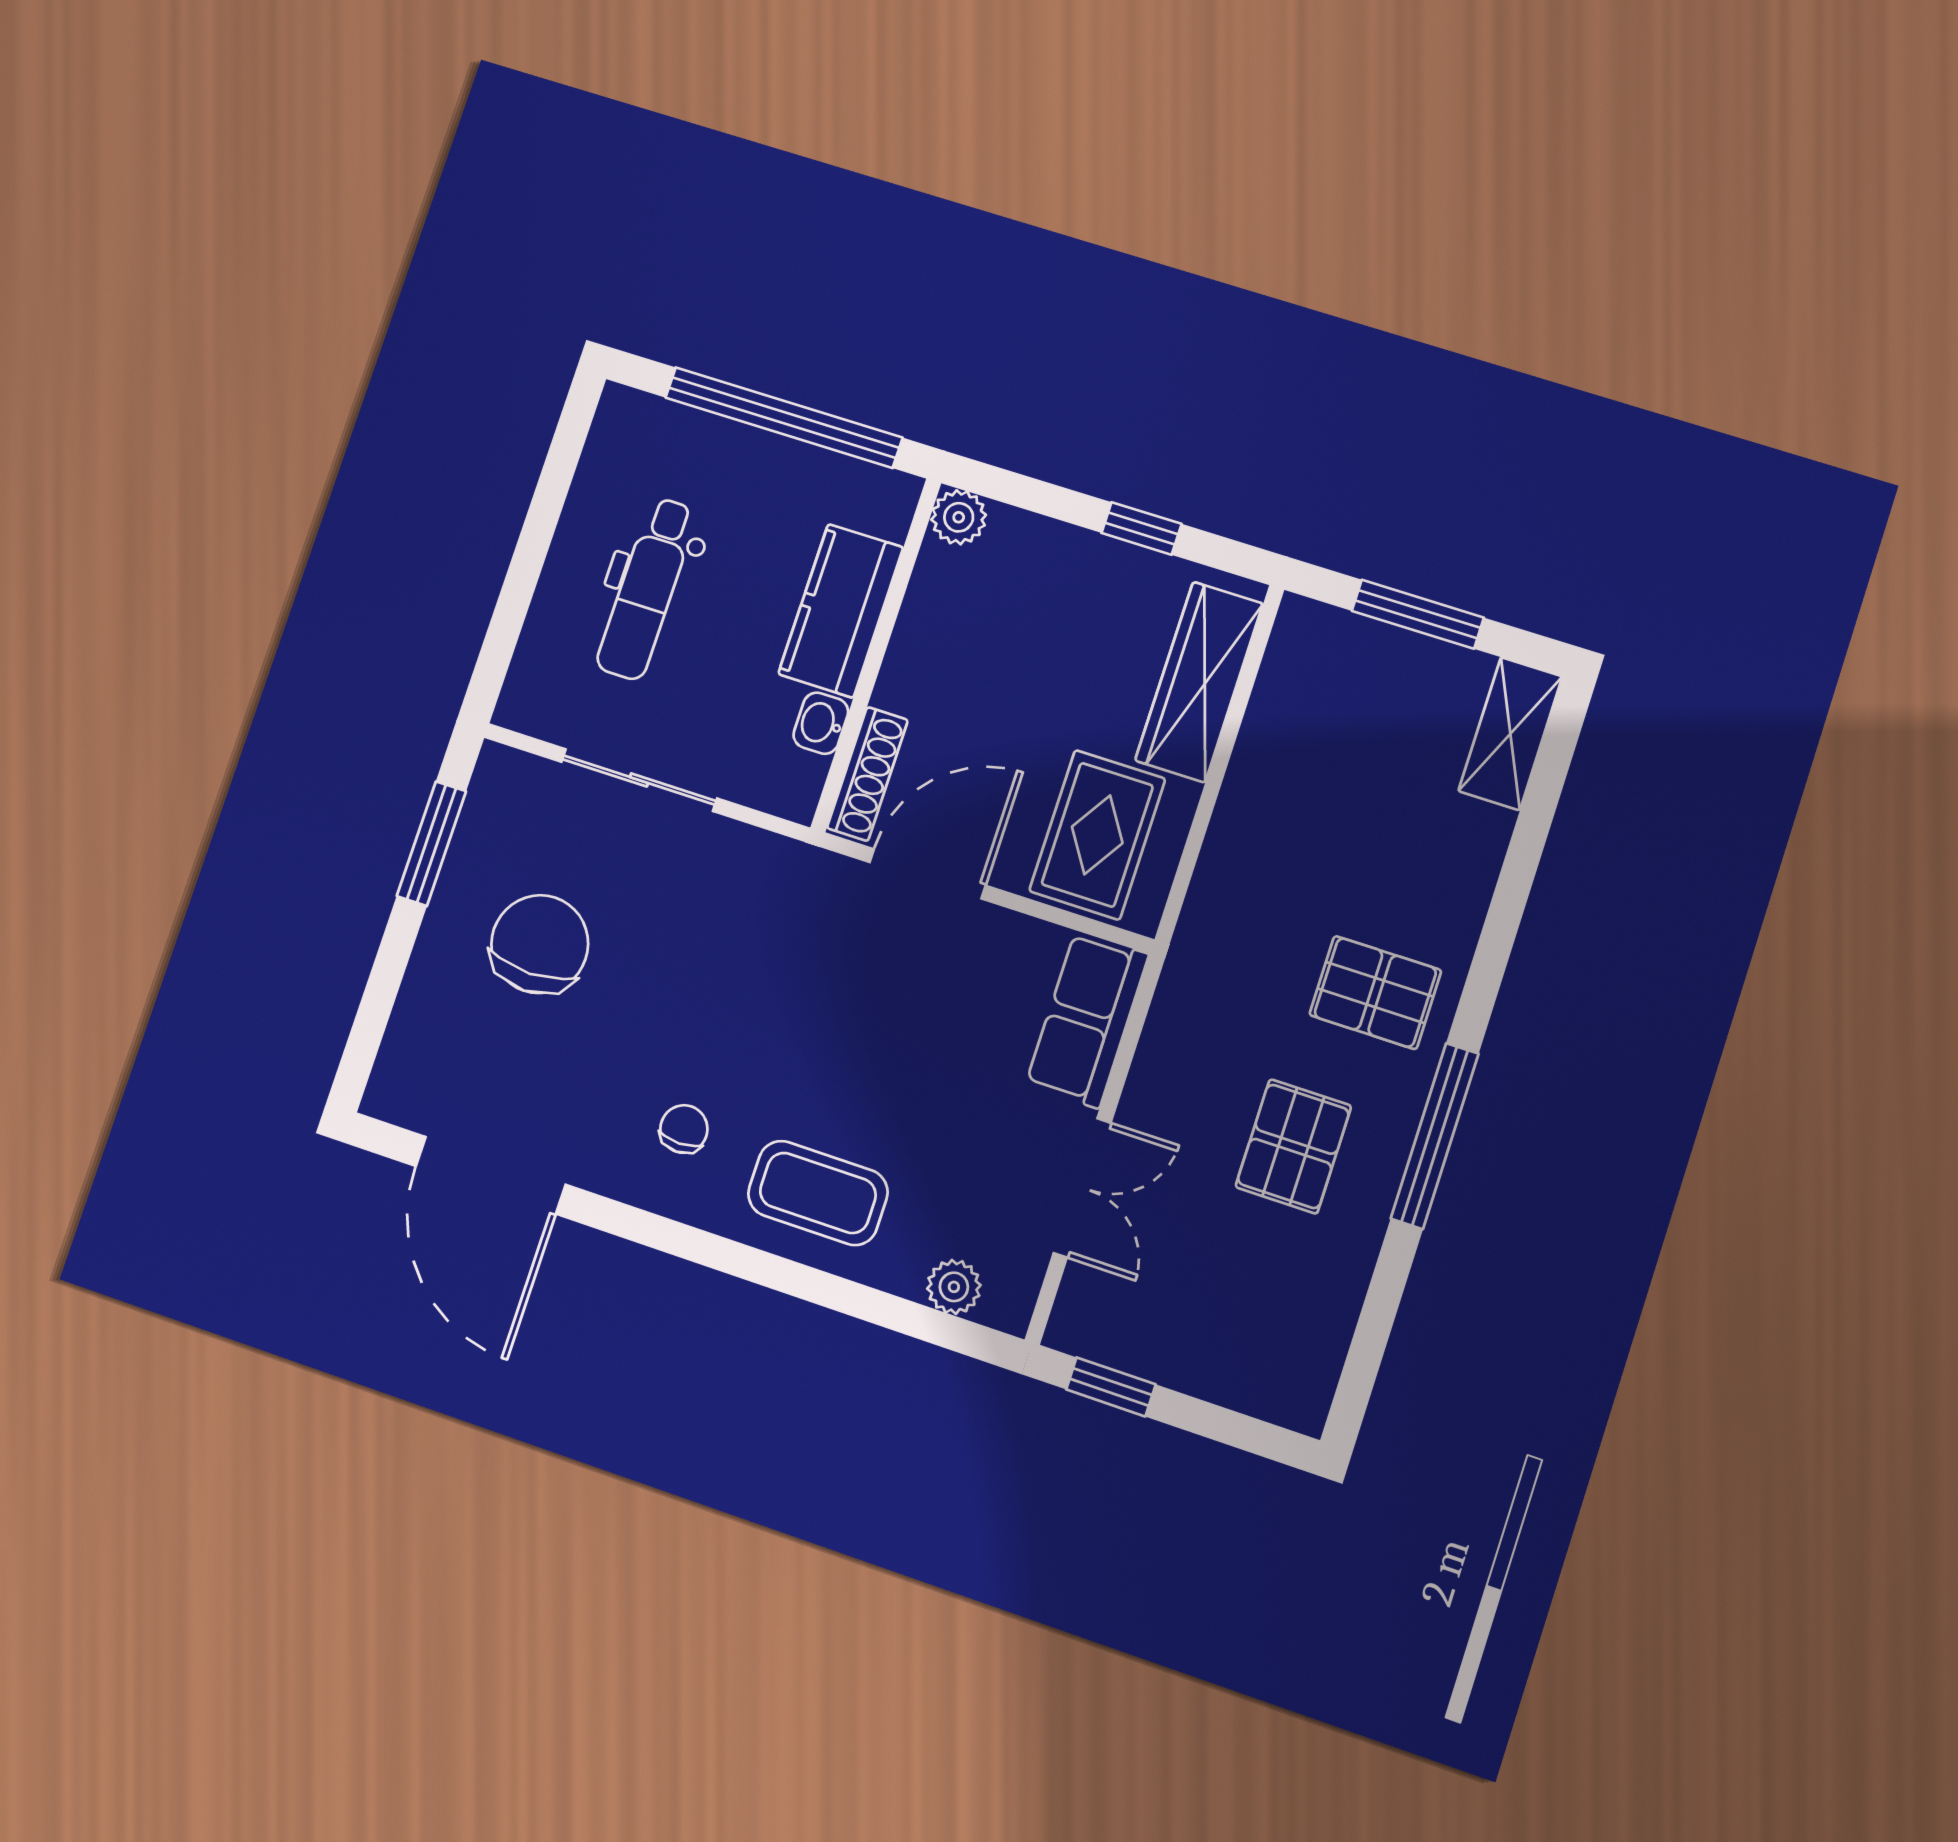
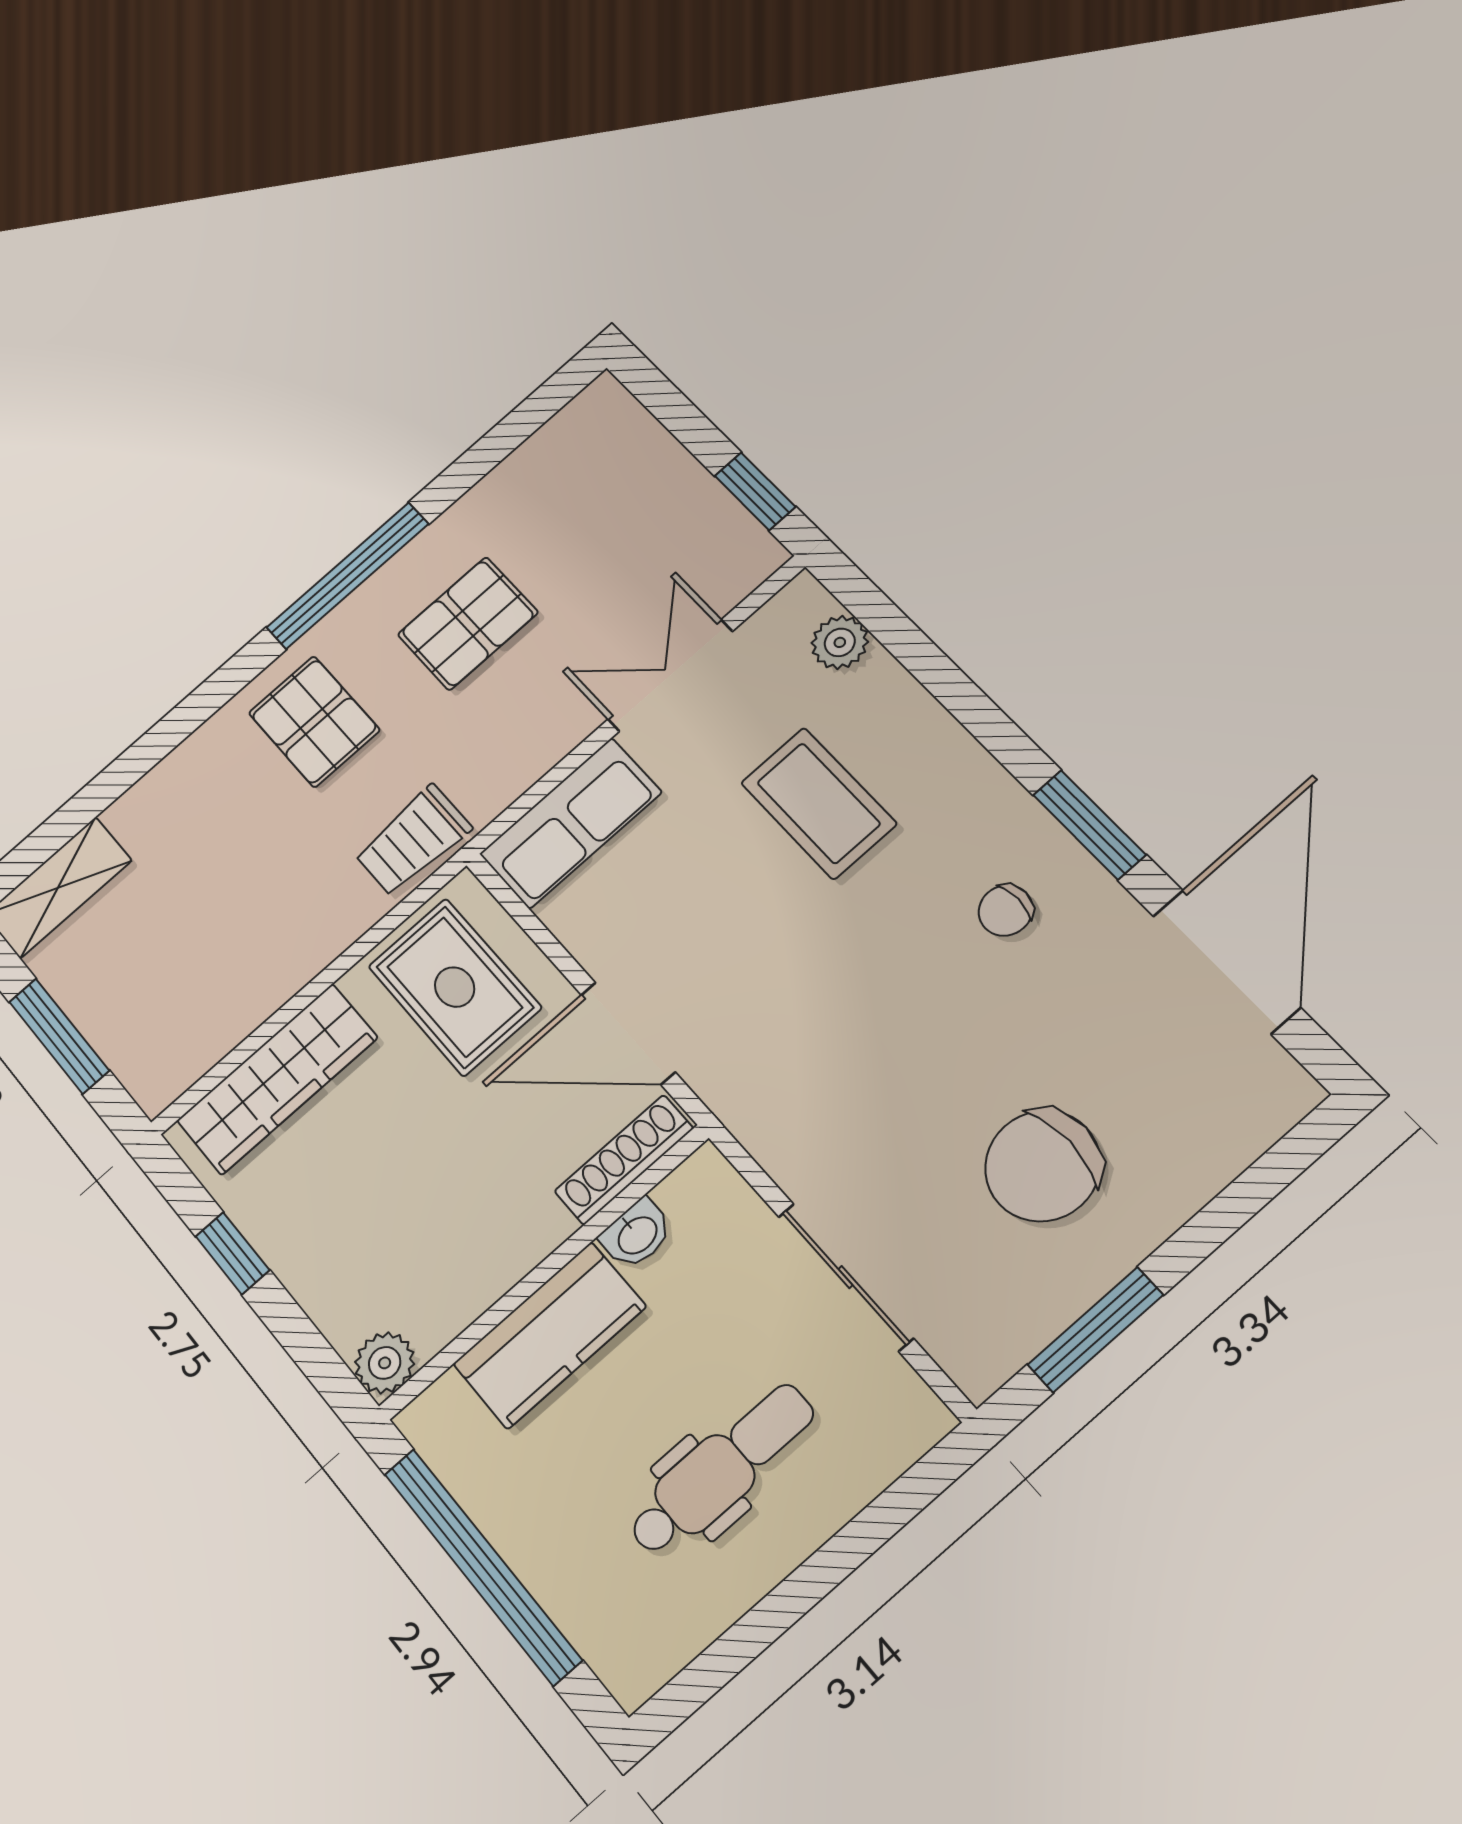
rug: (1097, 835) -> (455, 987), turned 90
trolley: (1215, 936) -> (413, 841), added
coffee table: (818, 1193) -> (819, 803), moved
window: (658, 1232) -> (1089, 825), added

